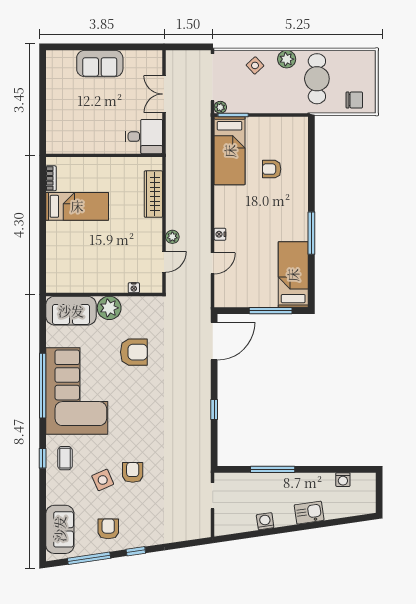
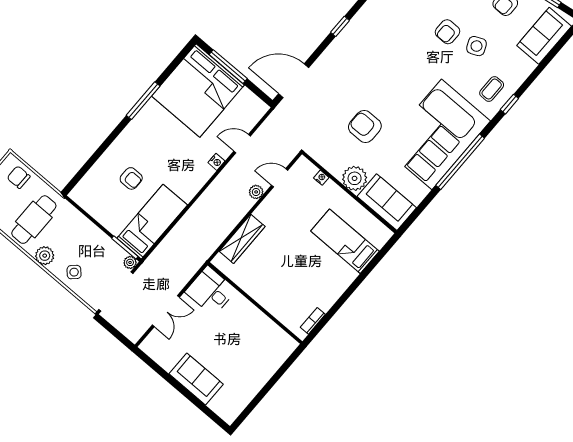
bed: (77, 206) -> (345, 241), moved
bed: (293, 275) -> (198, 91), width x2.04

